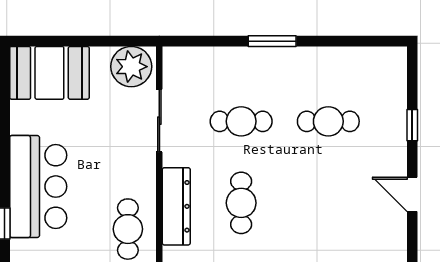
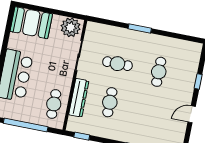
cafe table: (328, 121) -> (159, 72), turned 90
door: (412, 194) -> (192, 114), hinge flipped

